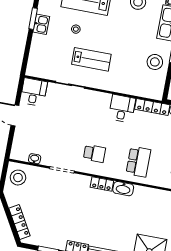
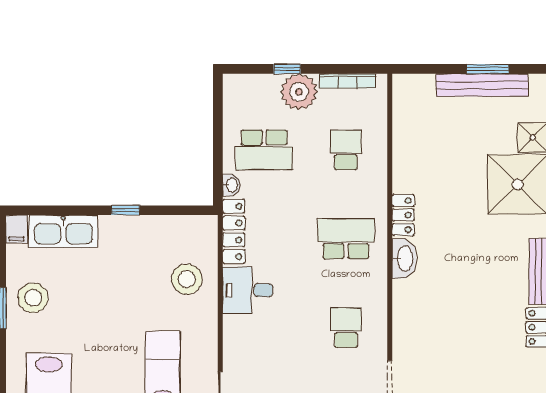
stool: (155, 62) -> (187, 279), moved
locker: (102, 184) -> (403, 215), moved

